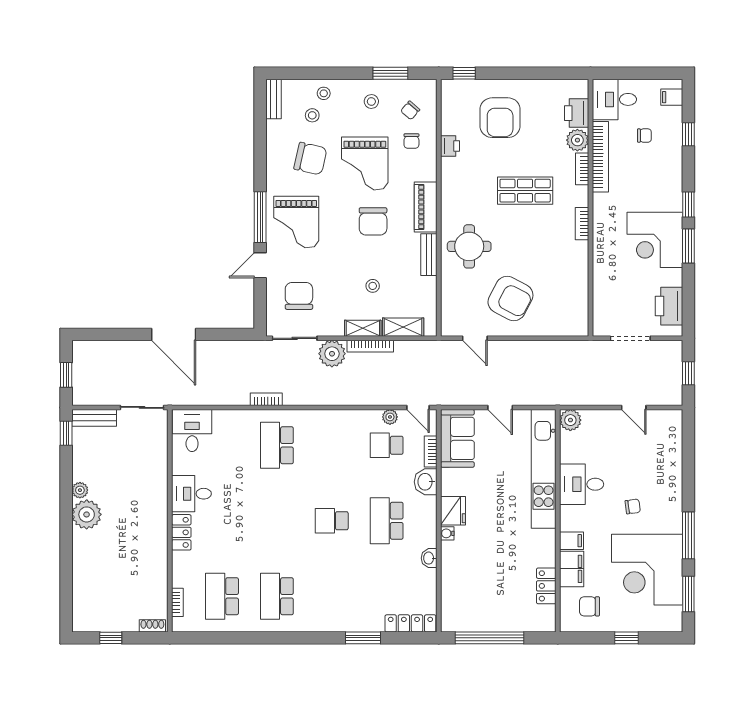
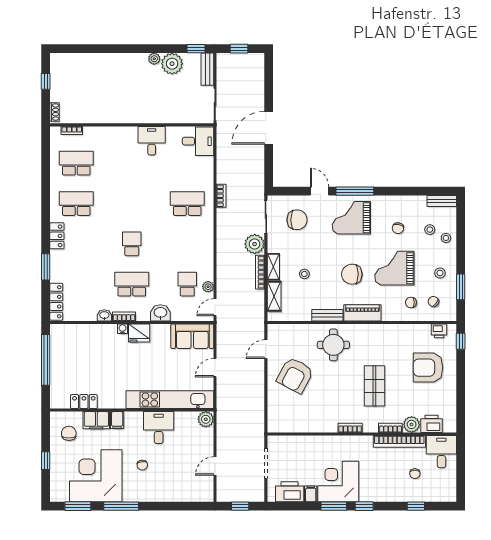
filing cabinet: (672, 97) -> (311, 494), moved
printer: (450, 146) -> (439, 331), moved
chair: (310, 159) -> (398, 228), width x0.54, depth x0.54
bookcase: (431, 451) -> (124, 316), moved
plant: (87, 514) -> (172, 64), moved
locker: (181, 532) -> (57, 236), moved, turned -90

